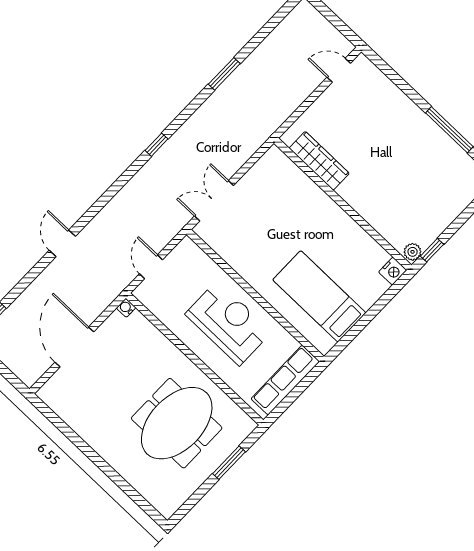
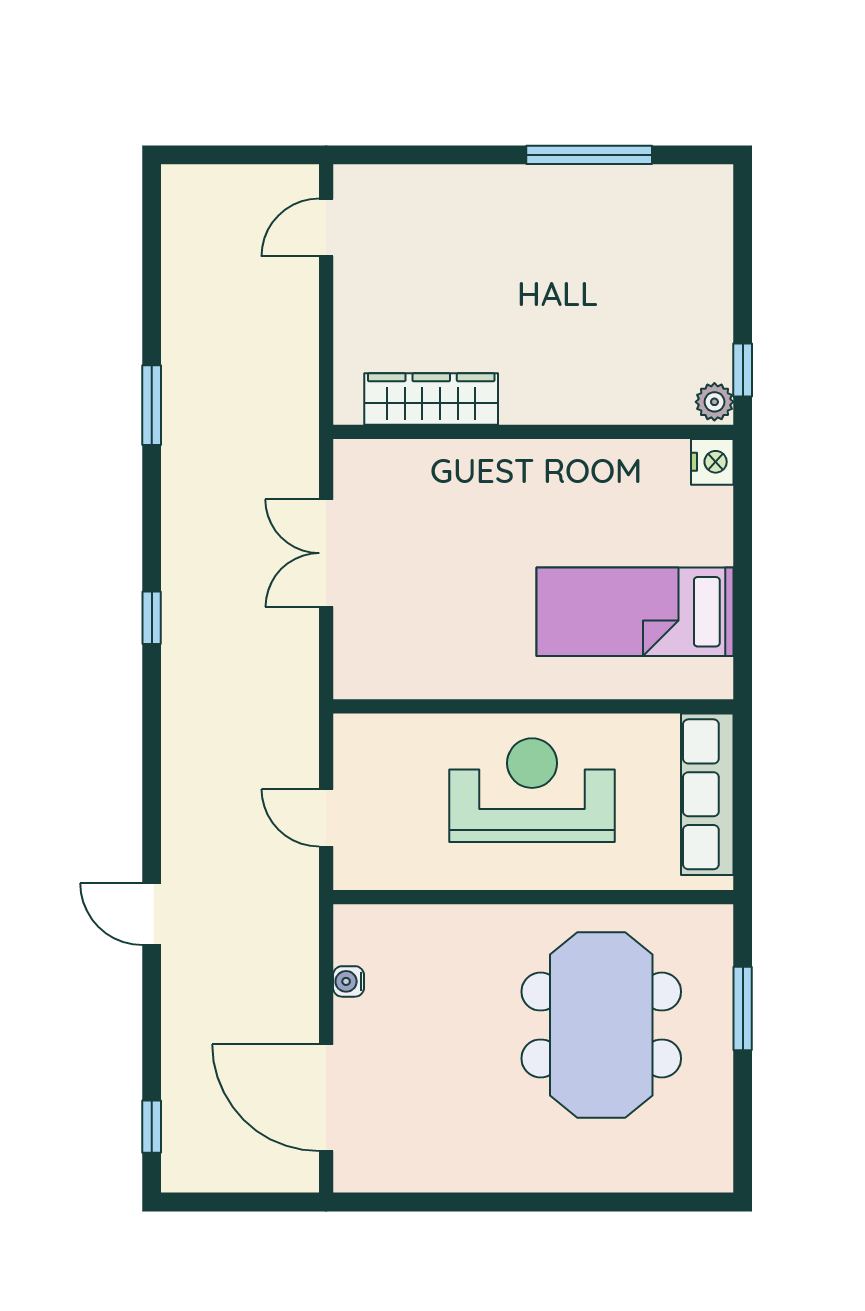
double door: (214, 201) -> (326, 553), moved
water cooler: (126, 308) -> (349, 981), moved
door: (74, 347) -> (326, 1098), moved

